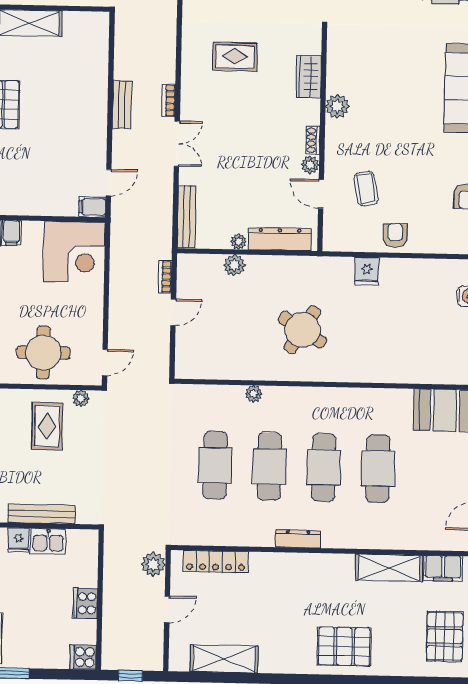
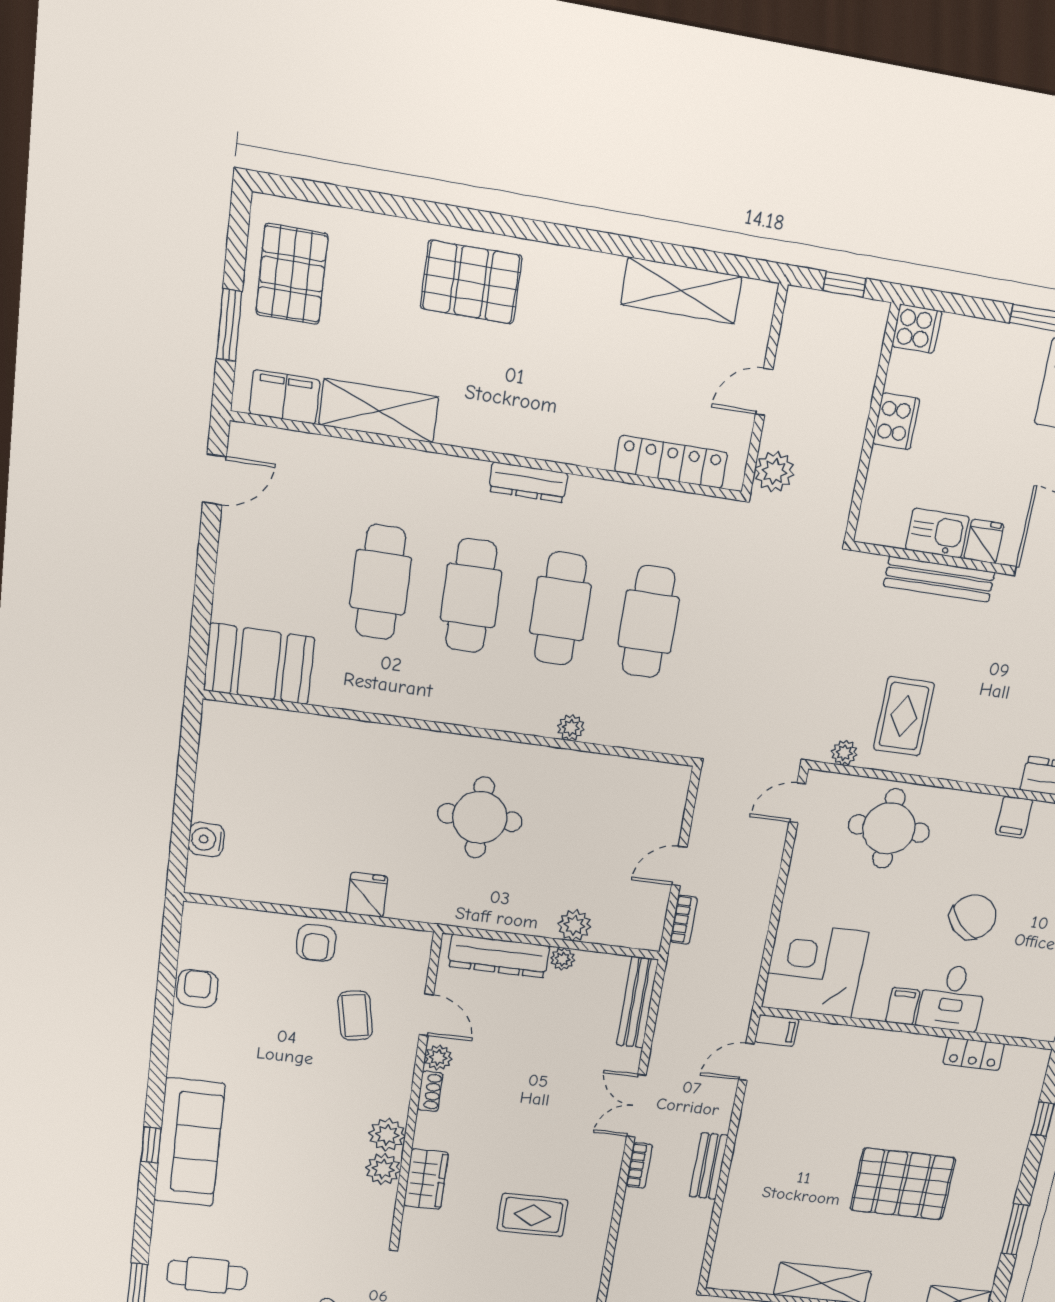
plant: (337, 81) -> (383, 1169), added
round table: (302, 330) -> (480, 817), turned -32

